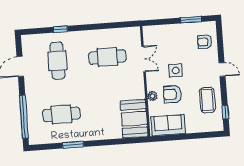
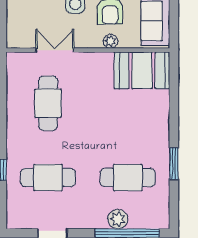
plant: (33, 110) -> (118, 219), added
cafe table: (61, 114) -> (128, 177), turned 90

